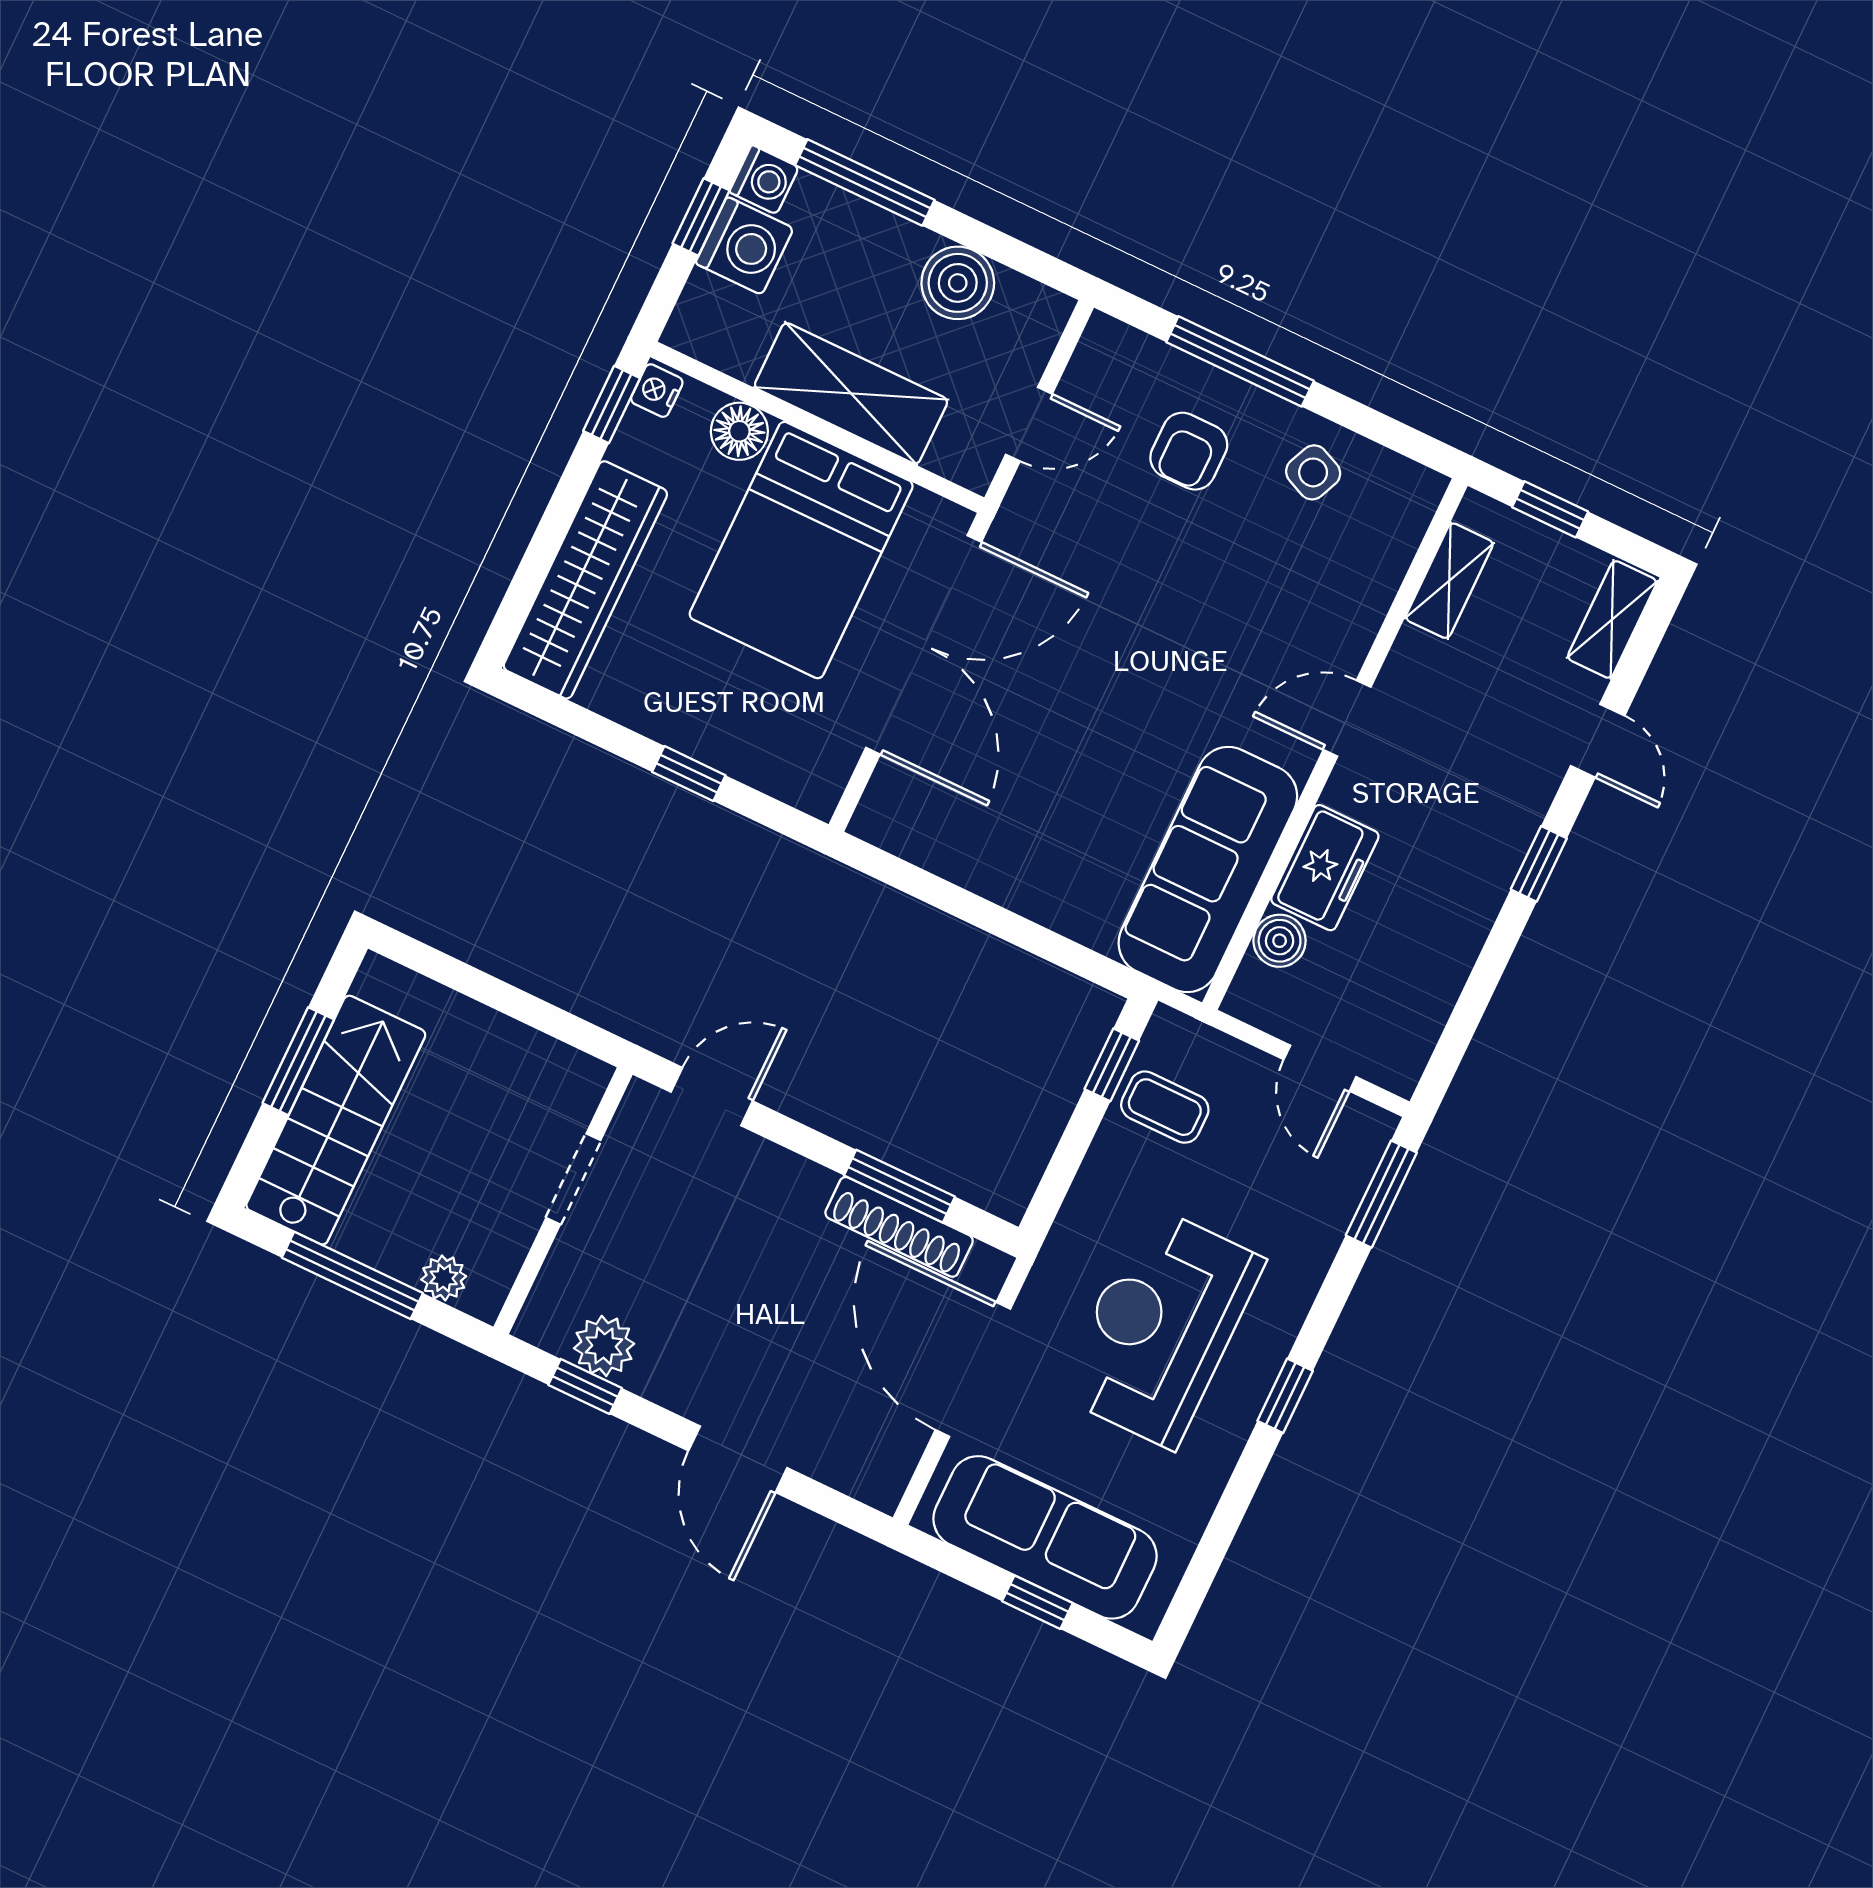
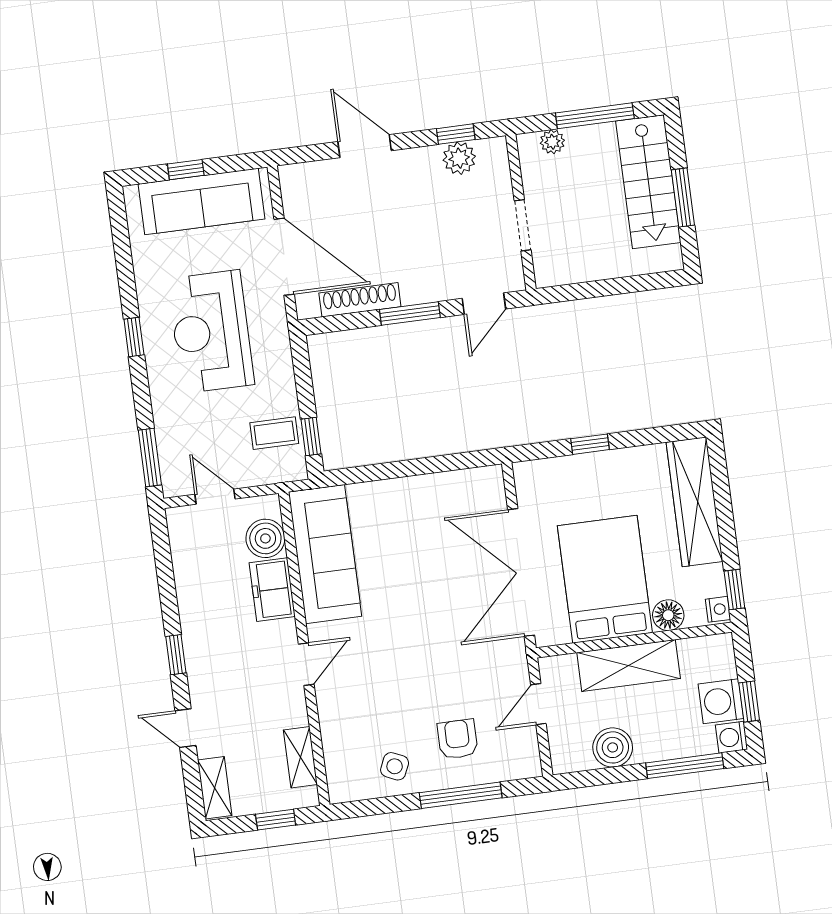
boiler: (1280, 941) -> (265, 538), width x1.36, depth x1.36
window: (899, 1186) -> (410, 313), moved
reception desk: (1161, 1327) -> (211, 332), turned 180

